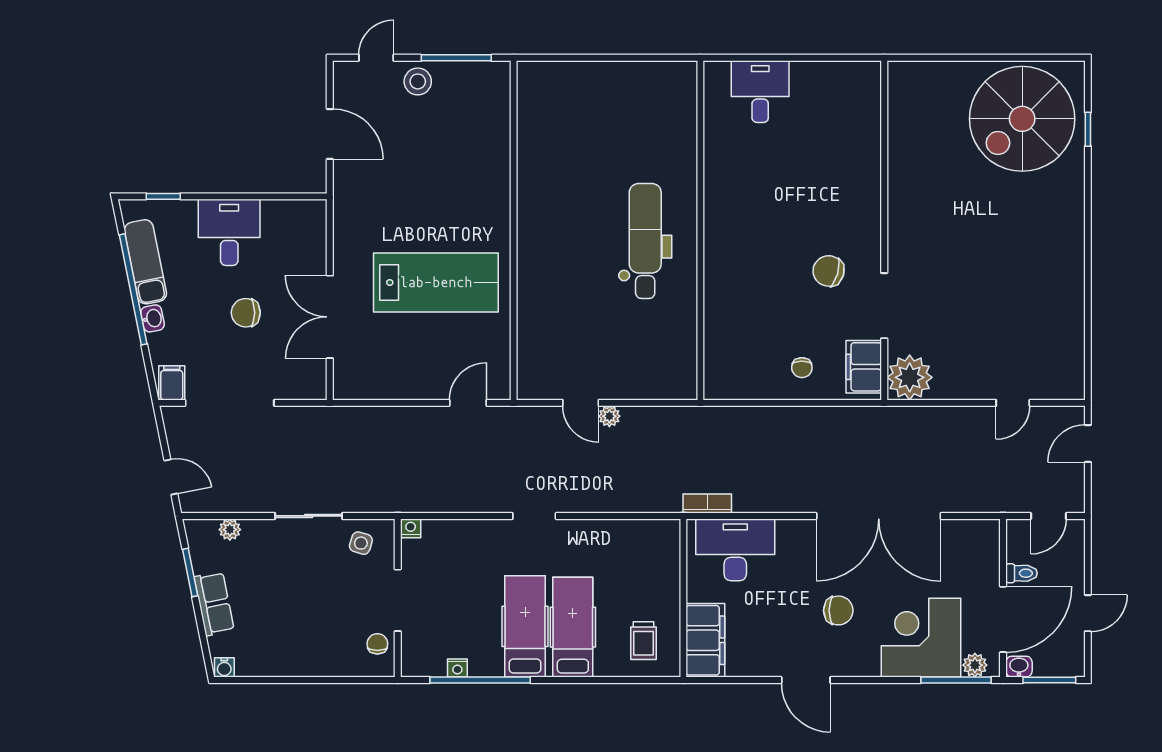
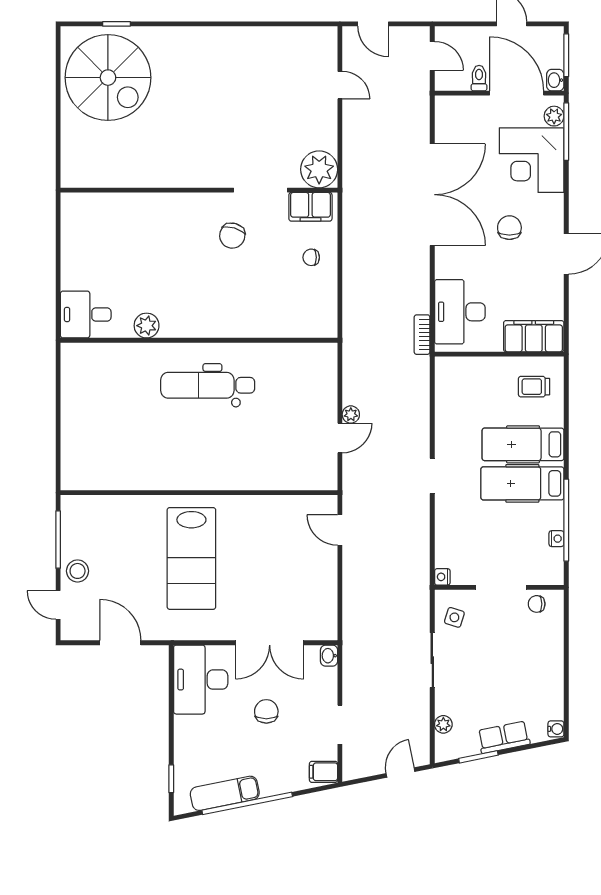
desk: (760, 92) -> (86, 314), moved
door: (330, 134) -> (120, 643), hinge flipped
plant: (718, 166) -> (147, 326), added
desk: (229, 232) -> (201, 680), moved, width x1.37
lab bench: (436, 282) -> (191, 558), moved, turned 180
chair: (246, 313) -> (266, 711), turned 180
washbasin: (153, 318) -> (329, 656), moved, turned -79
chair: (802, 368) -> (311, 257), turned 180
doorway: (230, 403) -> (340, 725), width x0.53
trolley: (644, 641) -> (534, 387), turned 180

